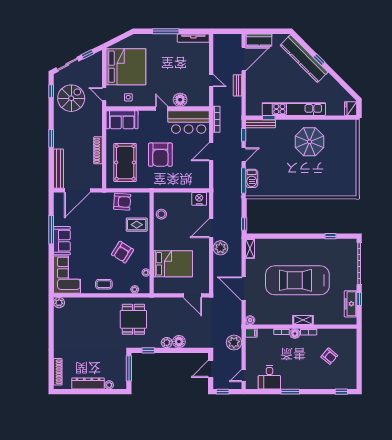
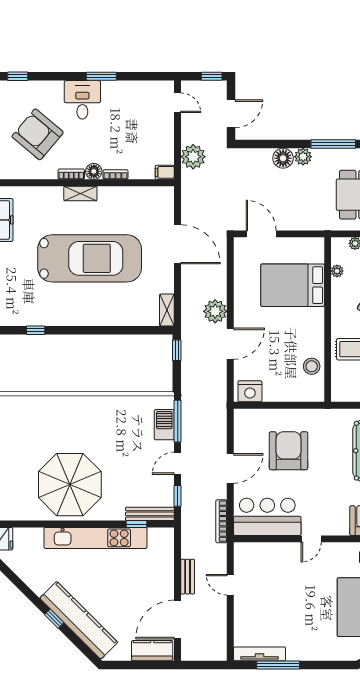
window: (166, 31) -> (278, 665), moved
floor lamp: (180, 100) -> (281, 553), removed
door: (162, 108) -> (311, 539), hinge flipped
parasol: (310, 142) -> (70, 485), width x1.36, depth x1.36
armchair: (160, 155) -> (288, 451), moved
boiler: (250, 320) -> (167, 193), removed
window: (148, 350) -> (333, 144), width x2.17
armchair: (329, 356) -> (38, 134), width x1.88, depth x1.88
door: (244, 376) -> (178, 103), hinge flipped
desk: (269, 377) -> (82, 100), moved

